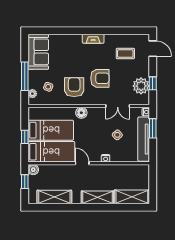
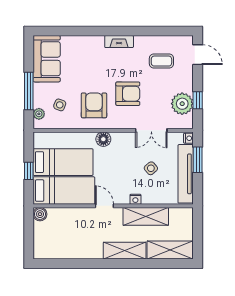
window: (25, 182) -> (29, 230), removed
shelving: (54, 197) -> (146, 216), moved

